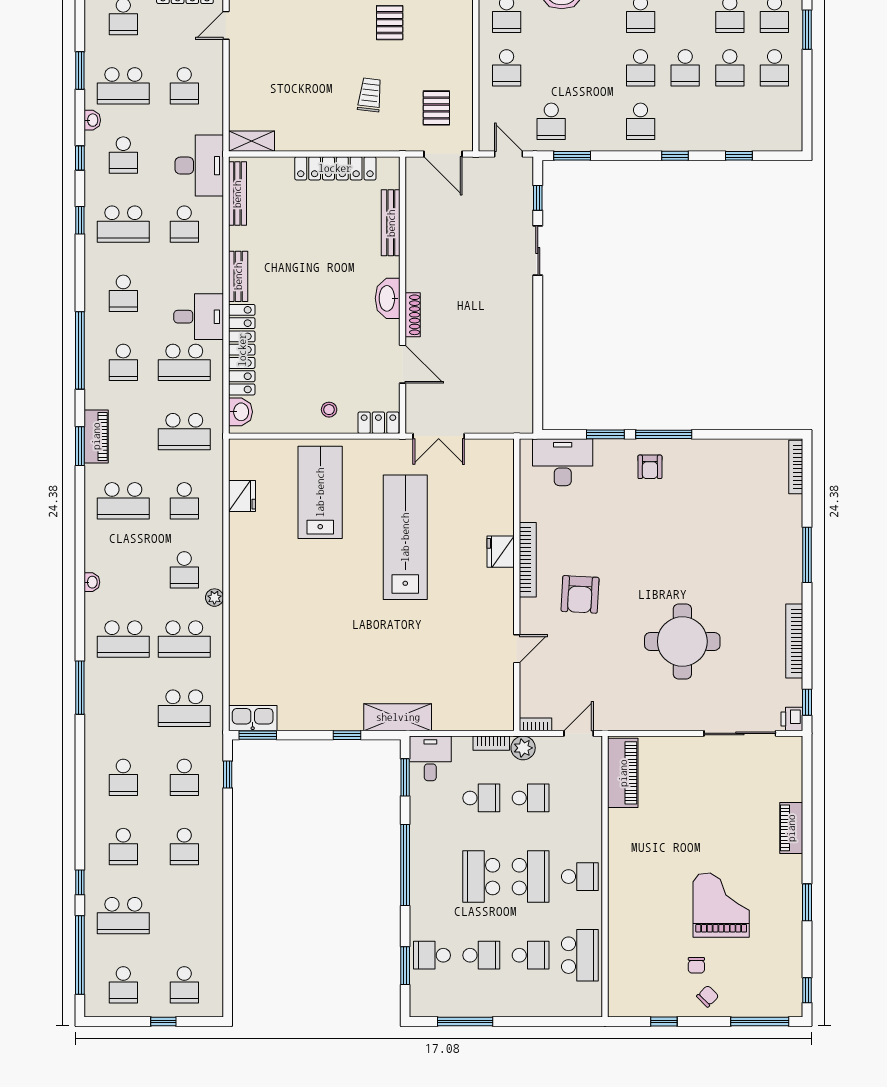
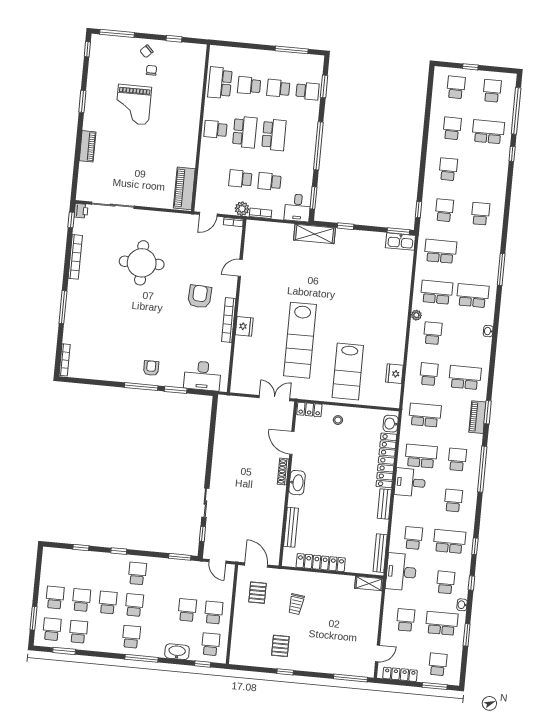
school desk: (551, 121) -> (187, 610), moved
school desk: (123, 847) -> (452, 128), moved
school desk: (531, 877) -> (245, 132), turned 180

